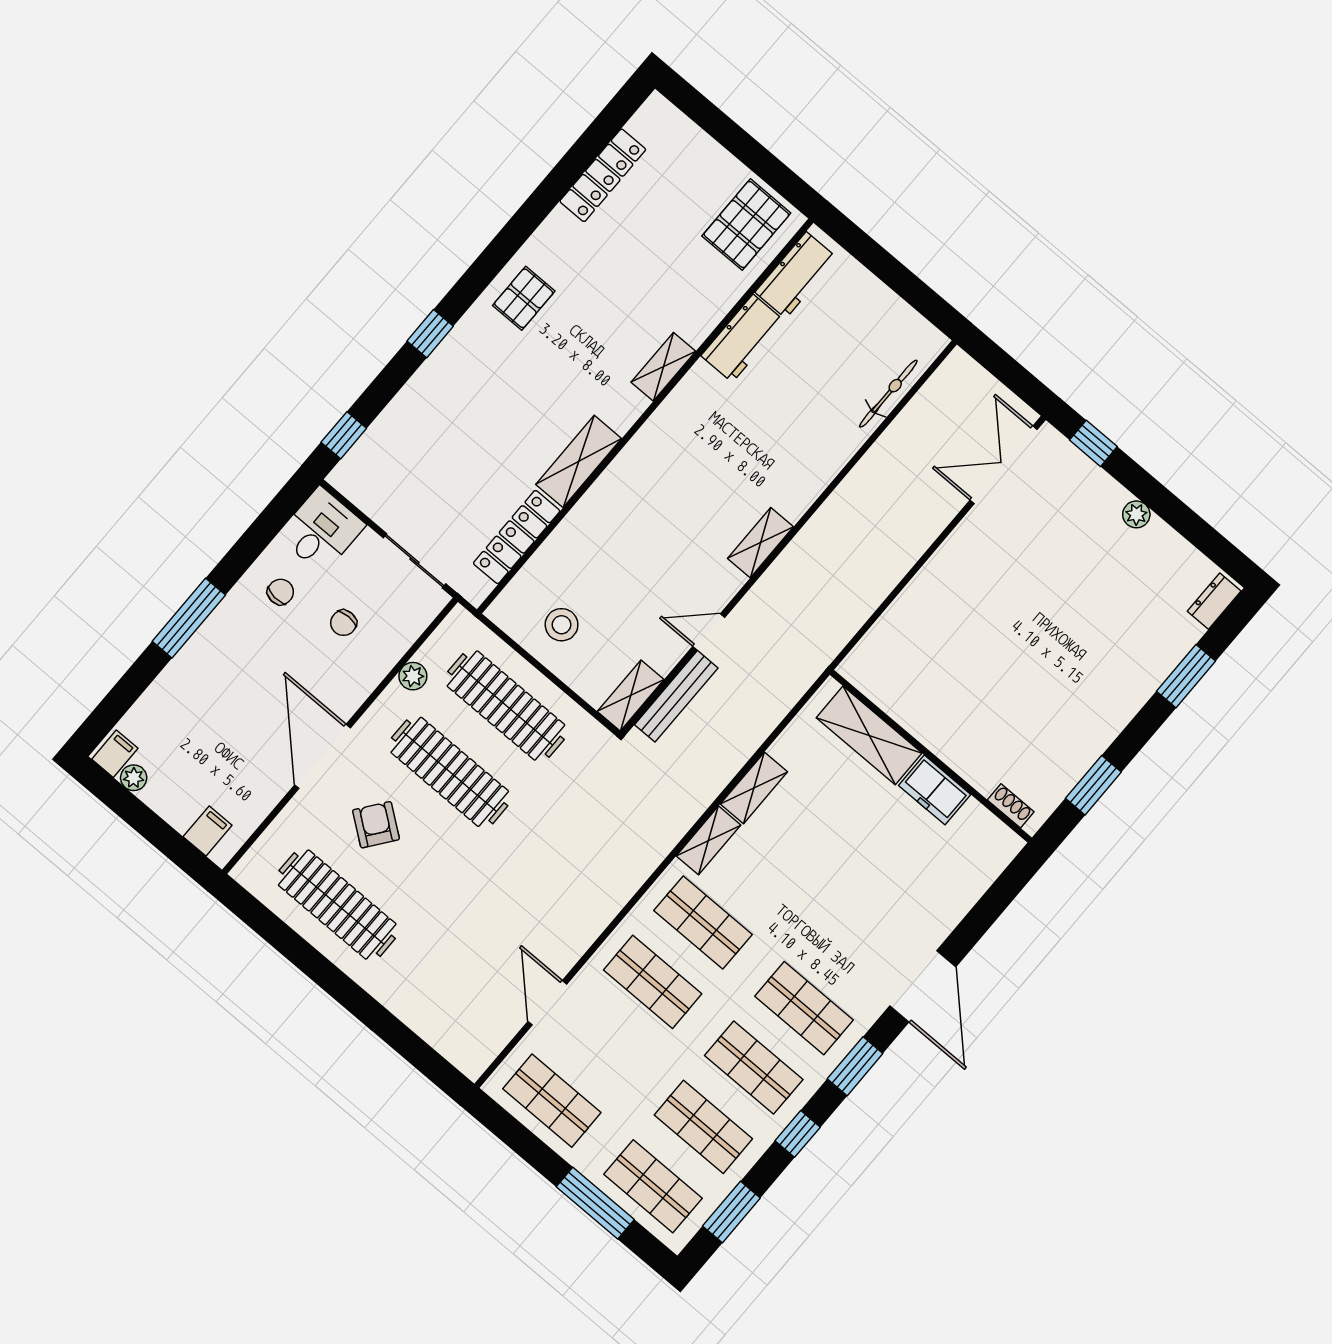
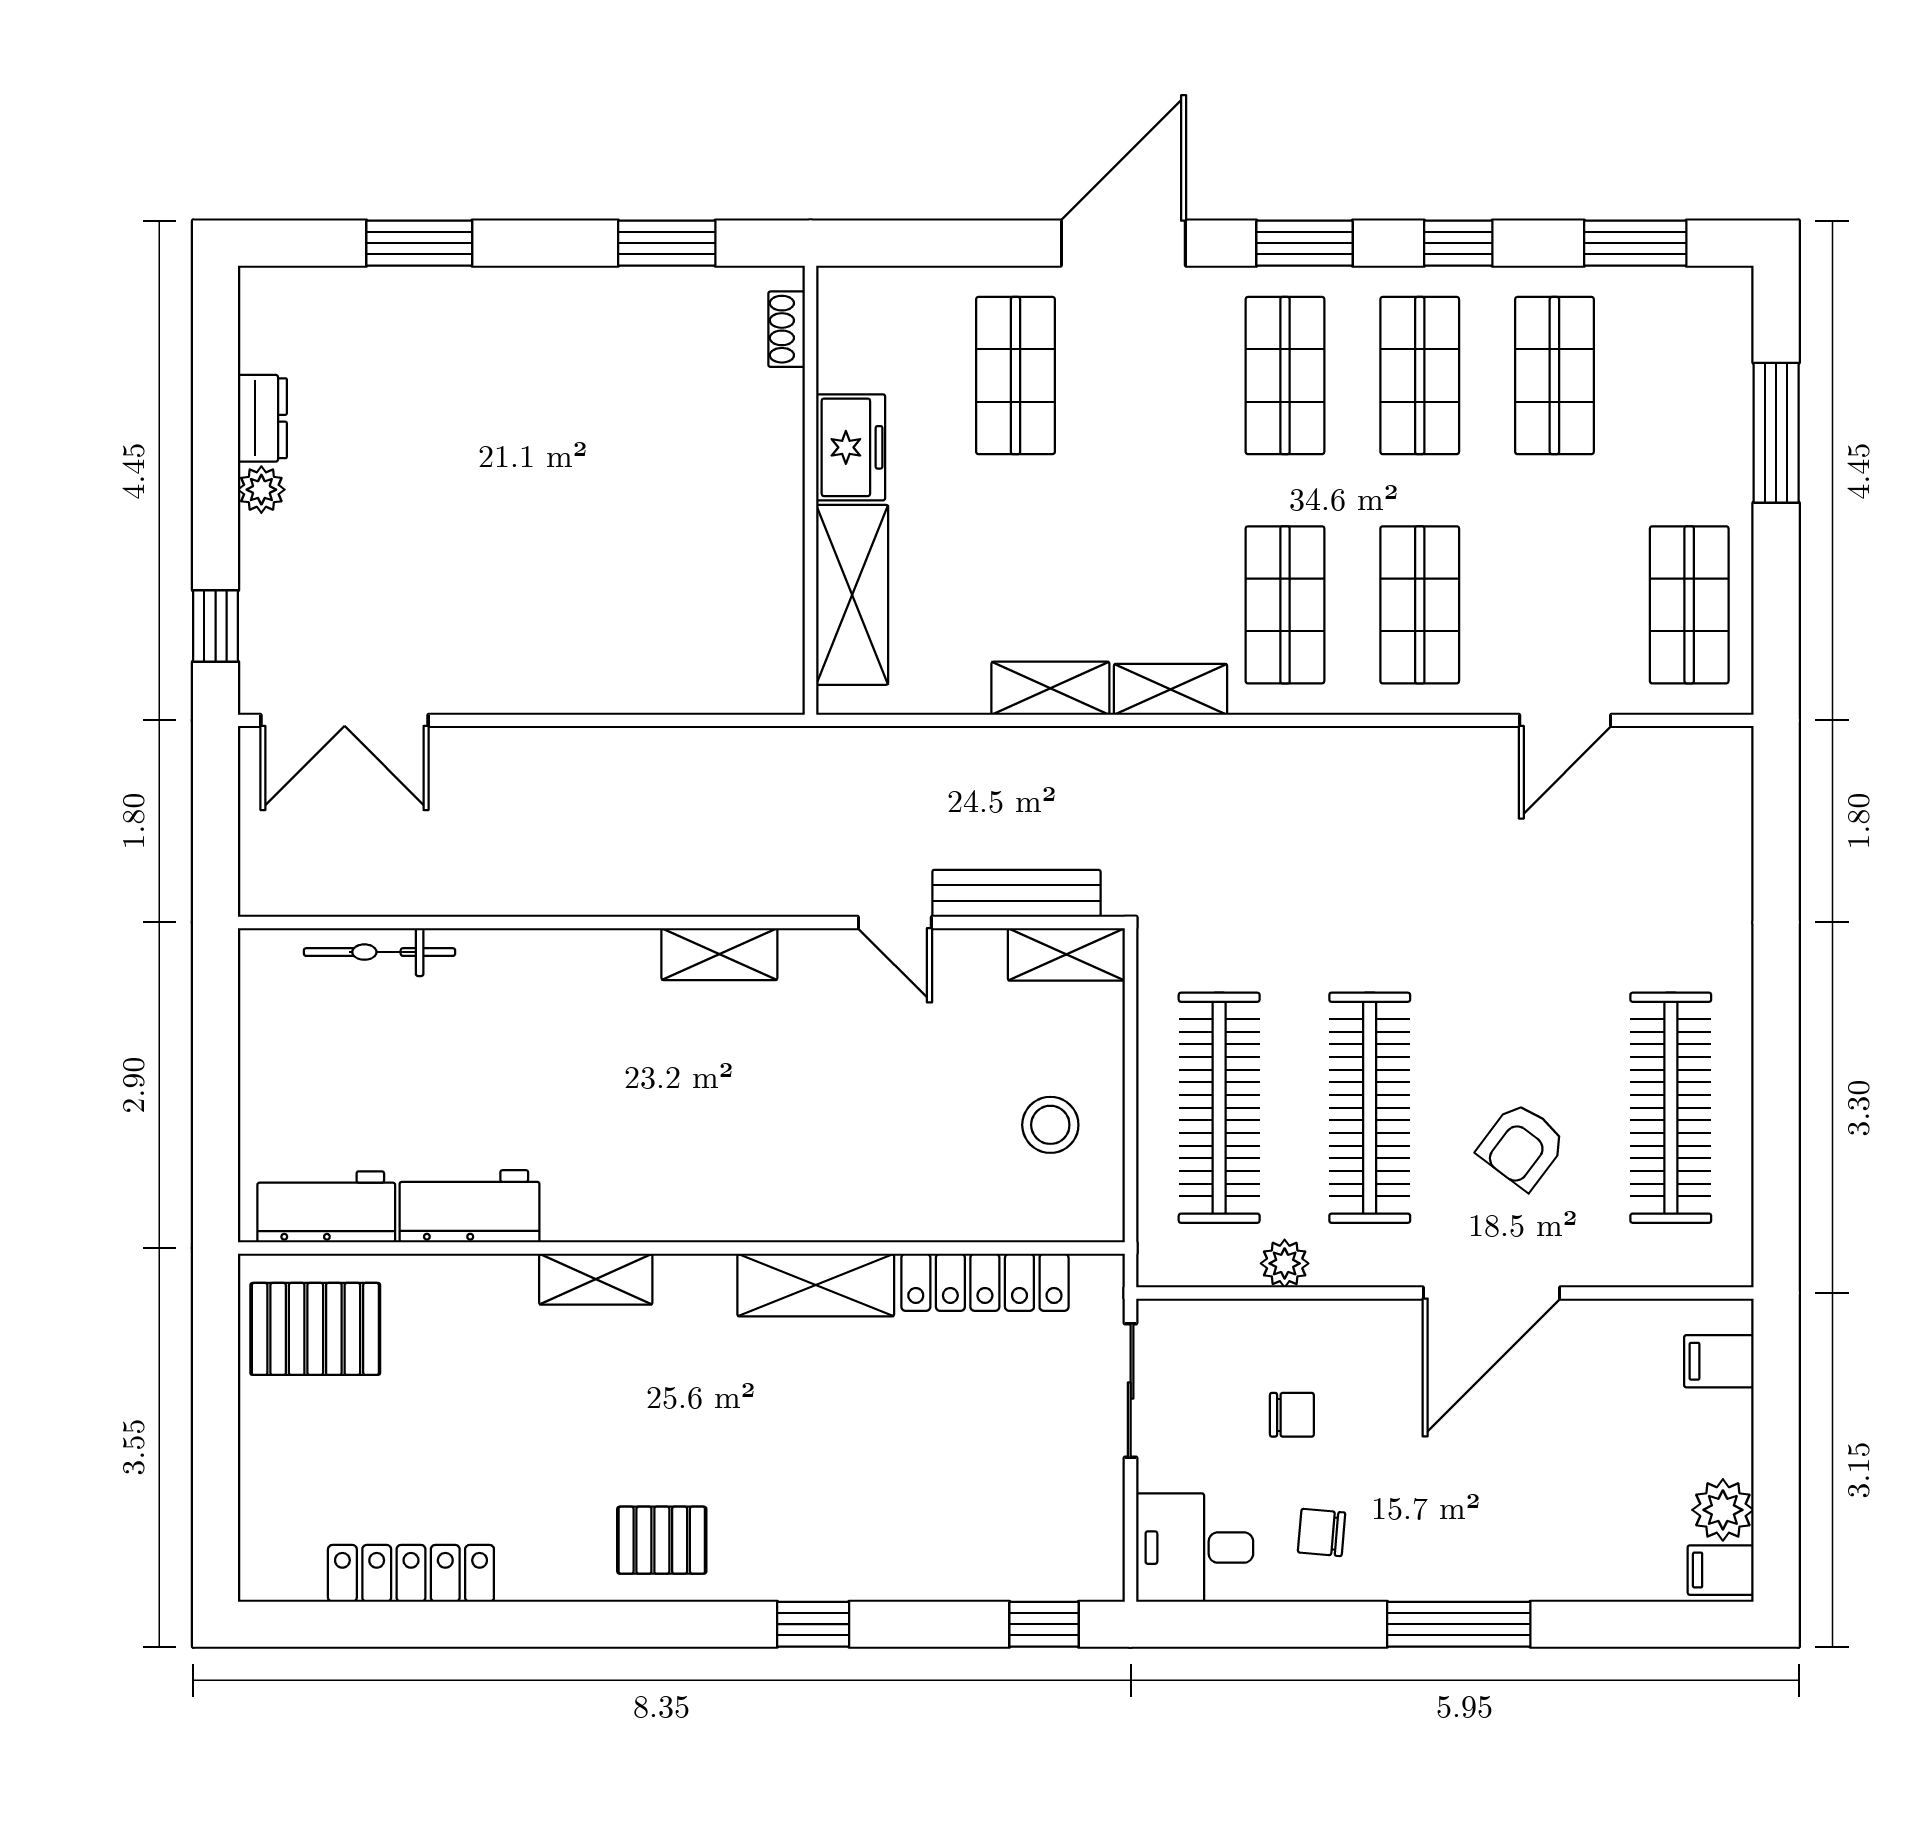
dresser: (1214, 601) -> (262, 418), moved, turned -90
plant: (134, 778) -> (1723, 1510), width x1.38, depth x1.38
shop shelf: (653, 1186) -> (1015, 376), moved

